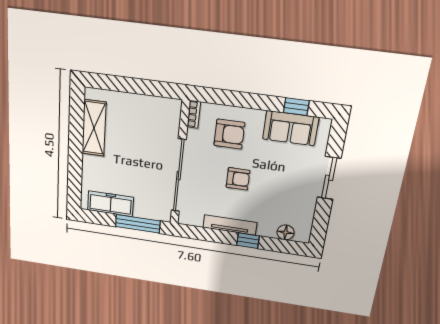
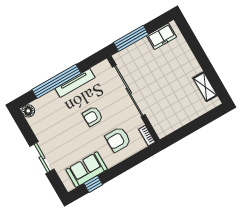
shelving: (94, 128) -> (205, 87), width x0.67, depth x0.75
freezer: (110, 204) -> (162, 36), width x0.71
floor lamp: (286, 232) -> (28, 111), moved
window: (248, 241) -> (57, 81), width x3.17

